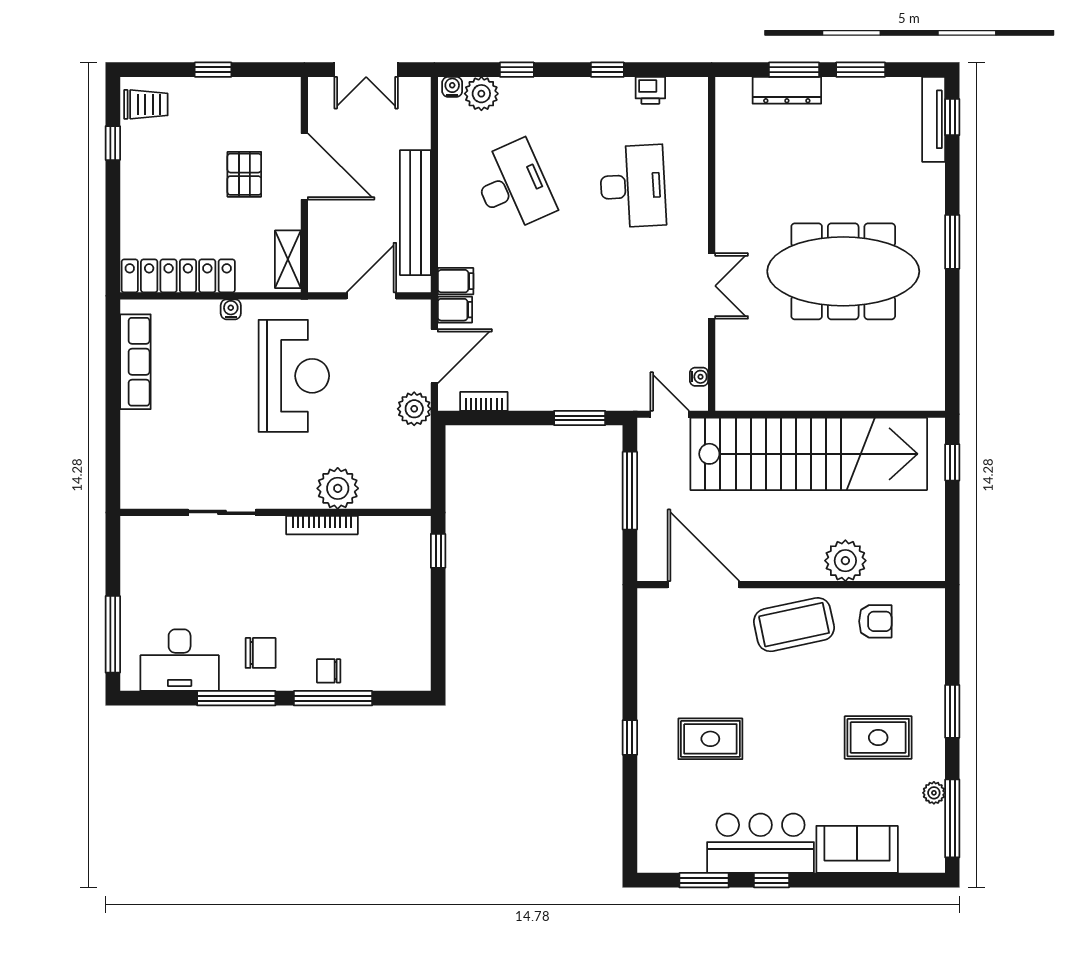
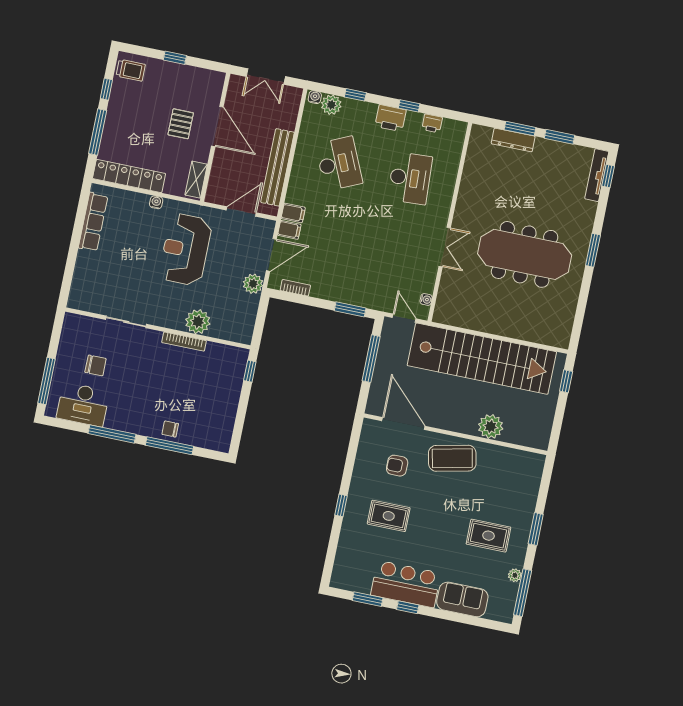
printer: (581, 96) -> (391, 118), added
window: (113, 215) -> (98, 132), added
reception desk: (294, 376) -> (185, 250), turned 180
armchair: (875, 621) -> (397, 466), moved, turned 180
chair: (261, 653) -> (96, 365), moved

